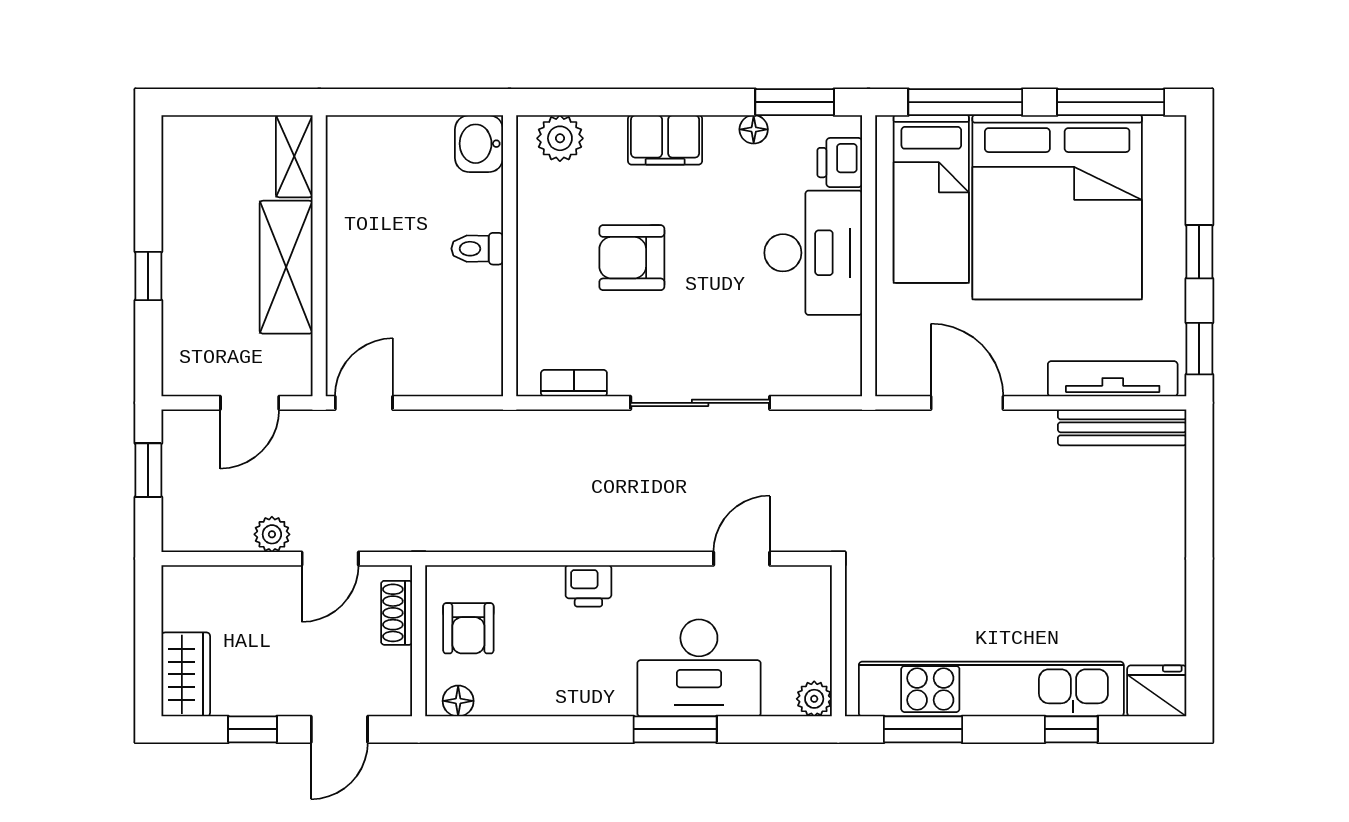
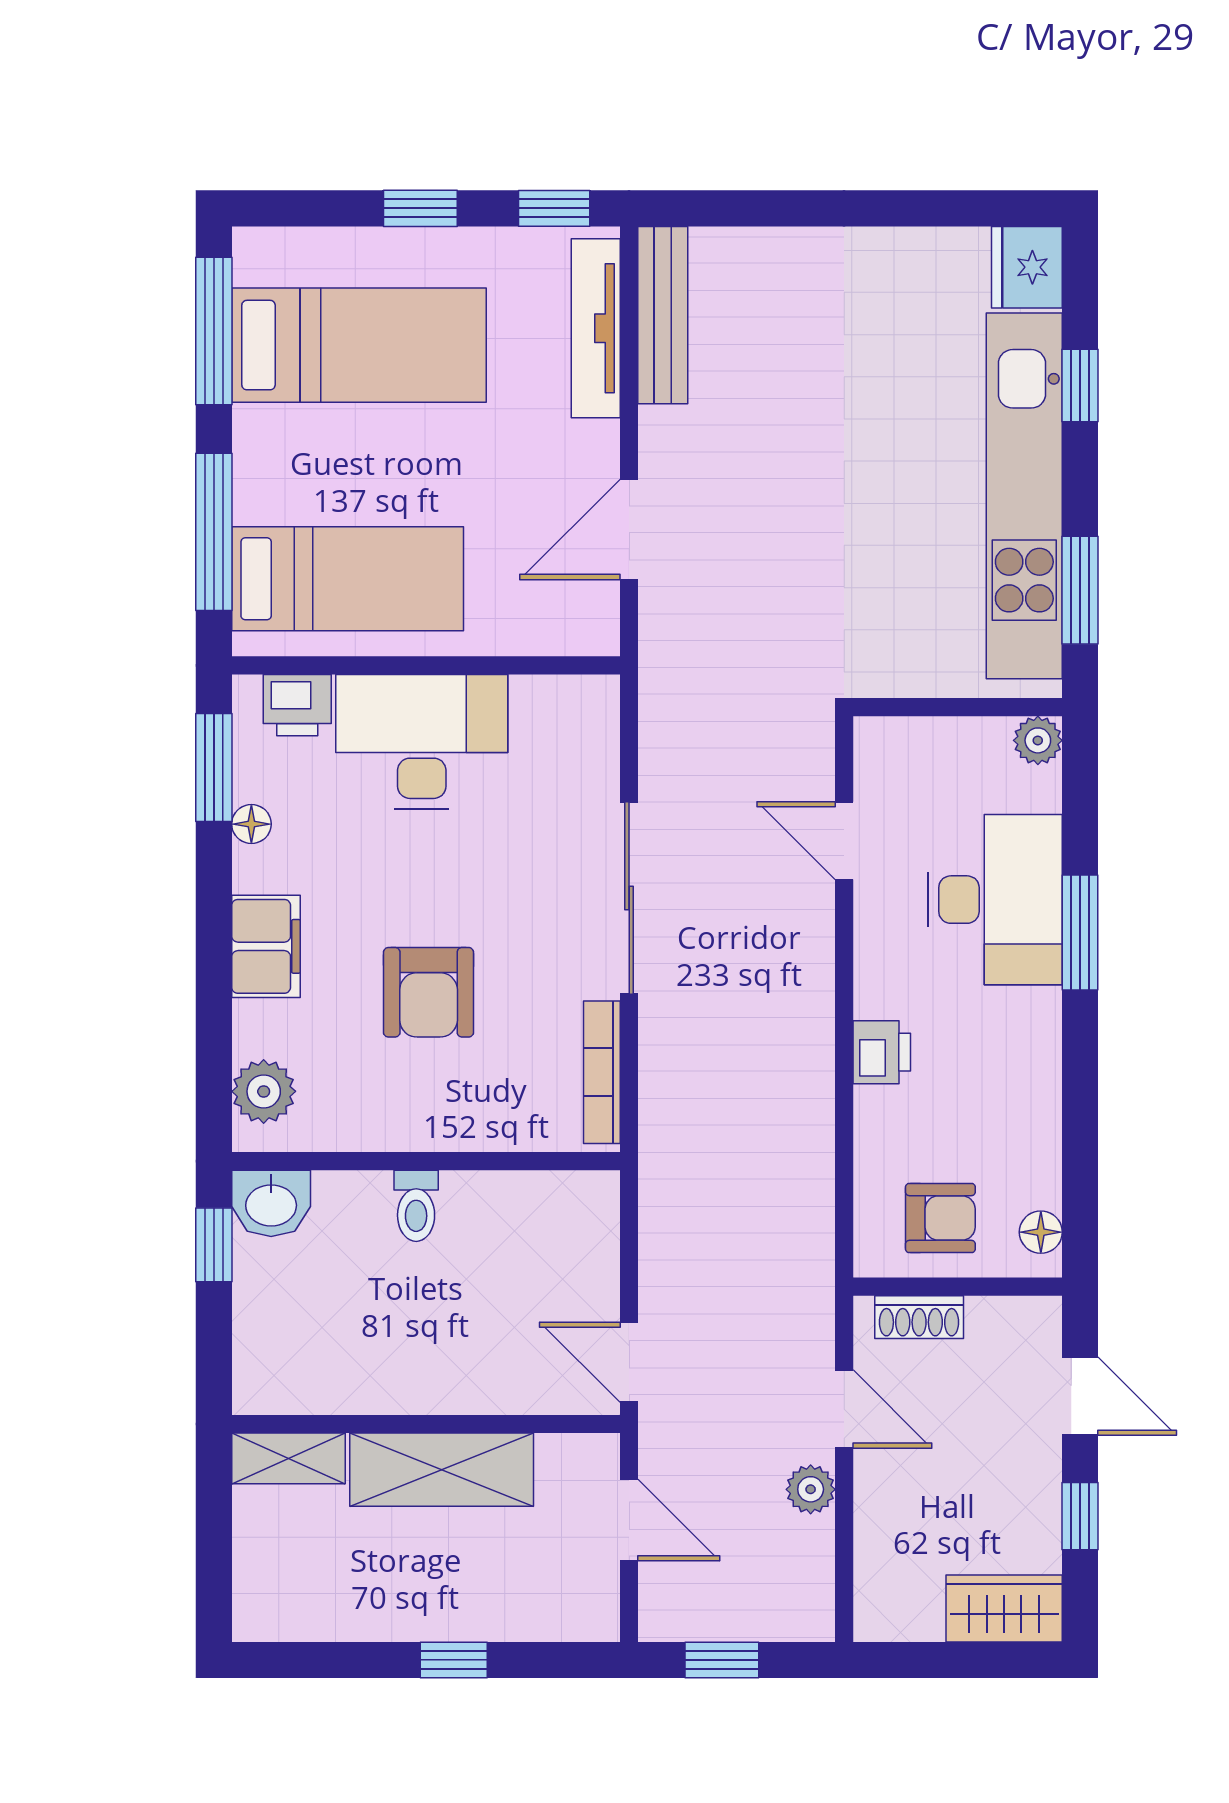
window: (449, 102) -> (214, 1245), added
bed: (1057, 207) -> (359, 345), width x0.49
bookcase: (574, 383) -> (602, 1072), width x1.56

